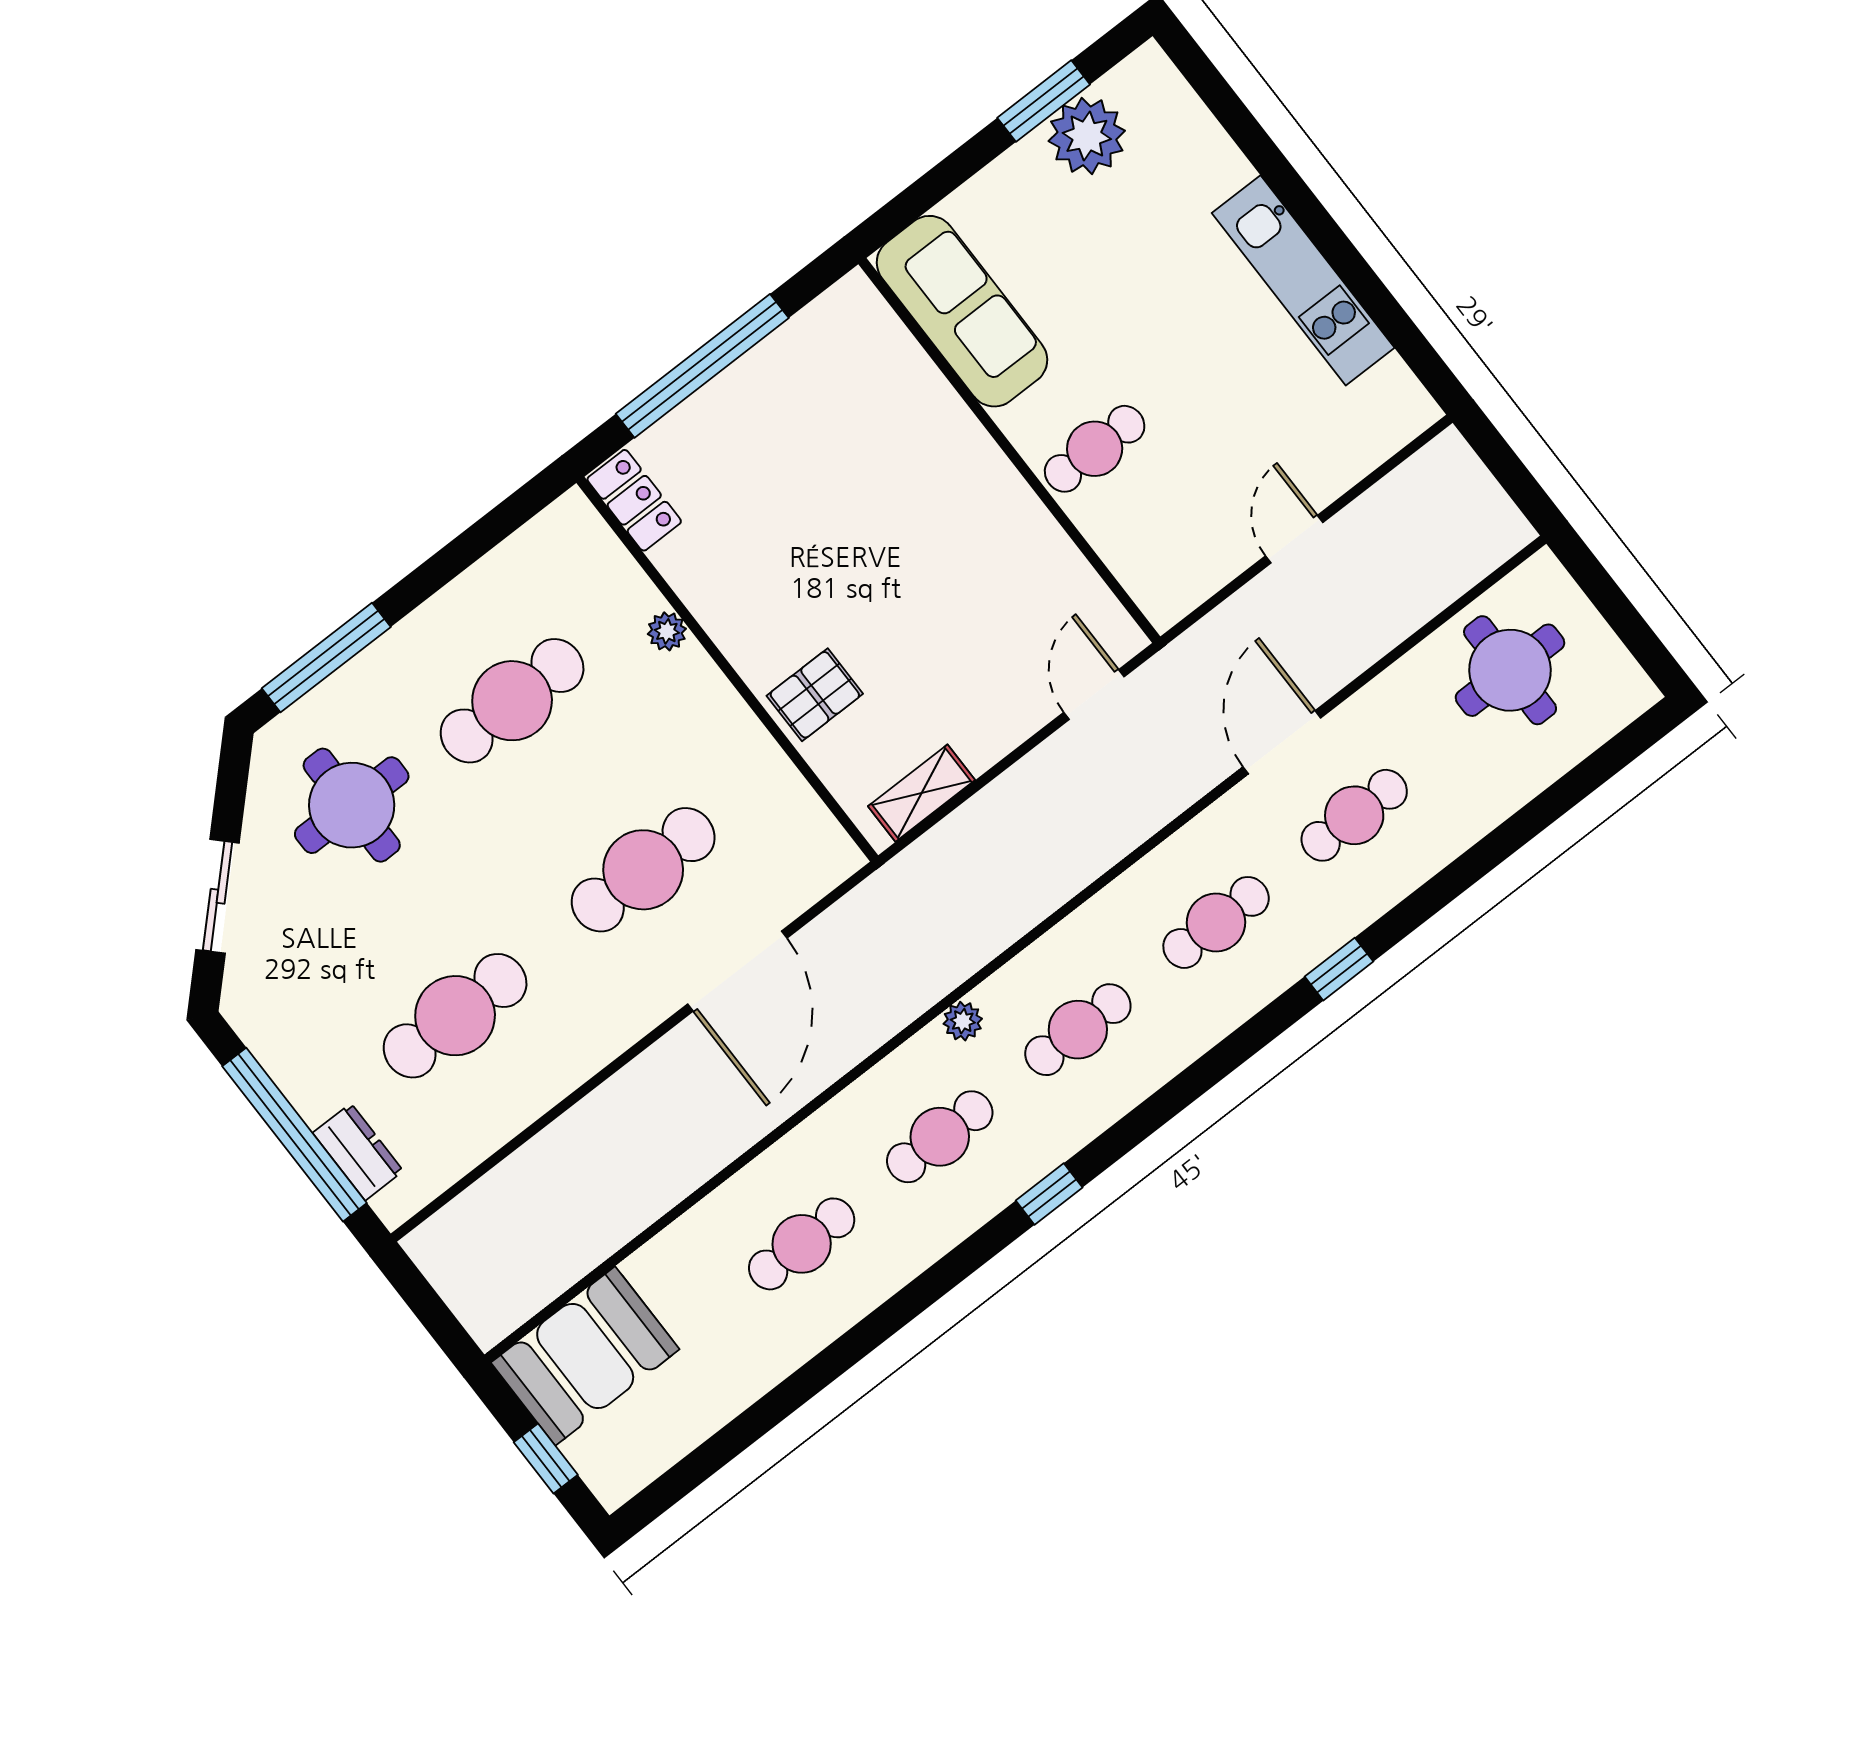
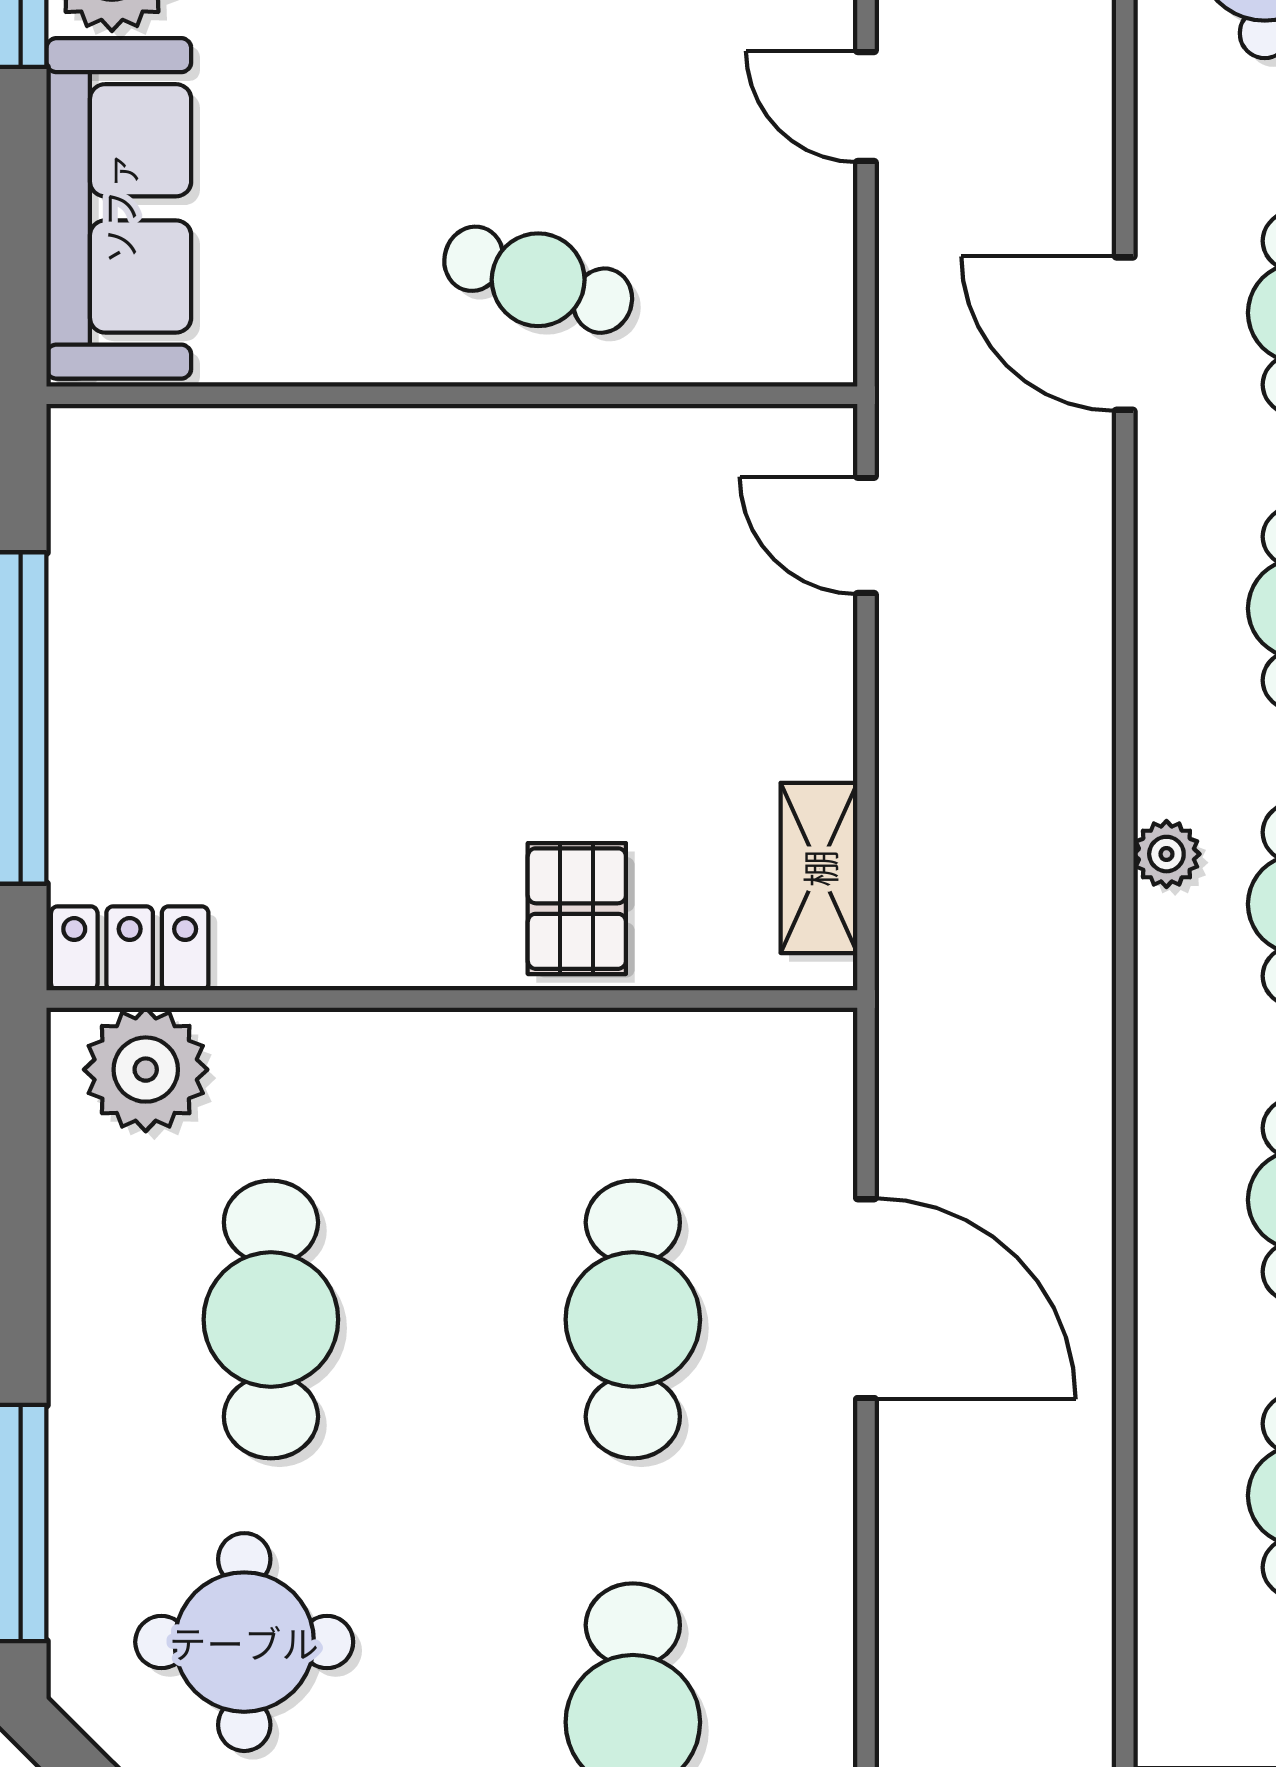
sofa: (962, 311) -> (119, 208), moved, turned 90
cafe table: (1095, 449) -> (538, 280), turned -72
plant: (667, 631) -> (146, 1070), moved, width x1.88, depth x1.88
plant: (963, 1021) -> (1166, 854), moved

